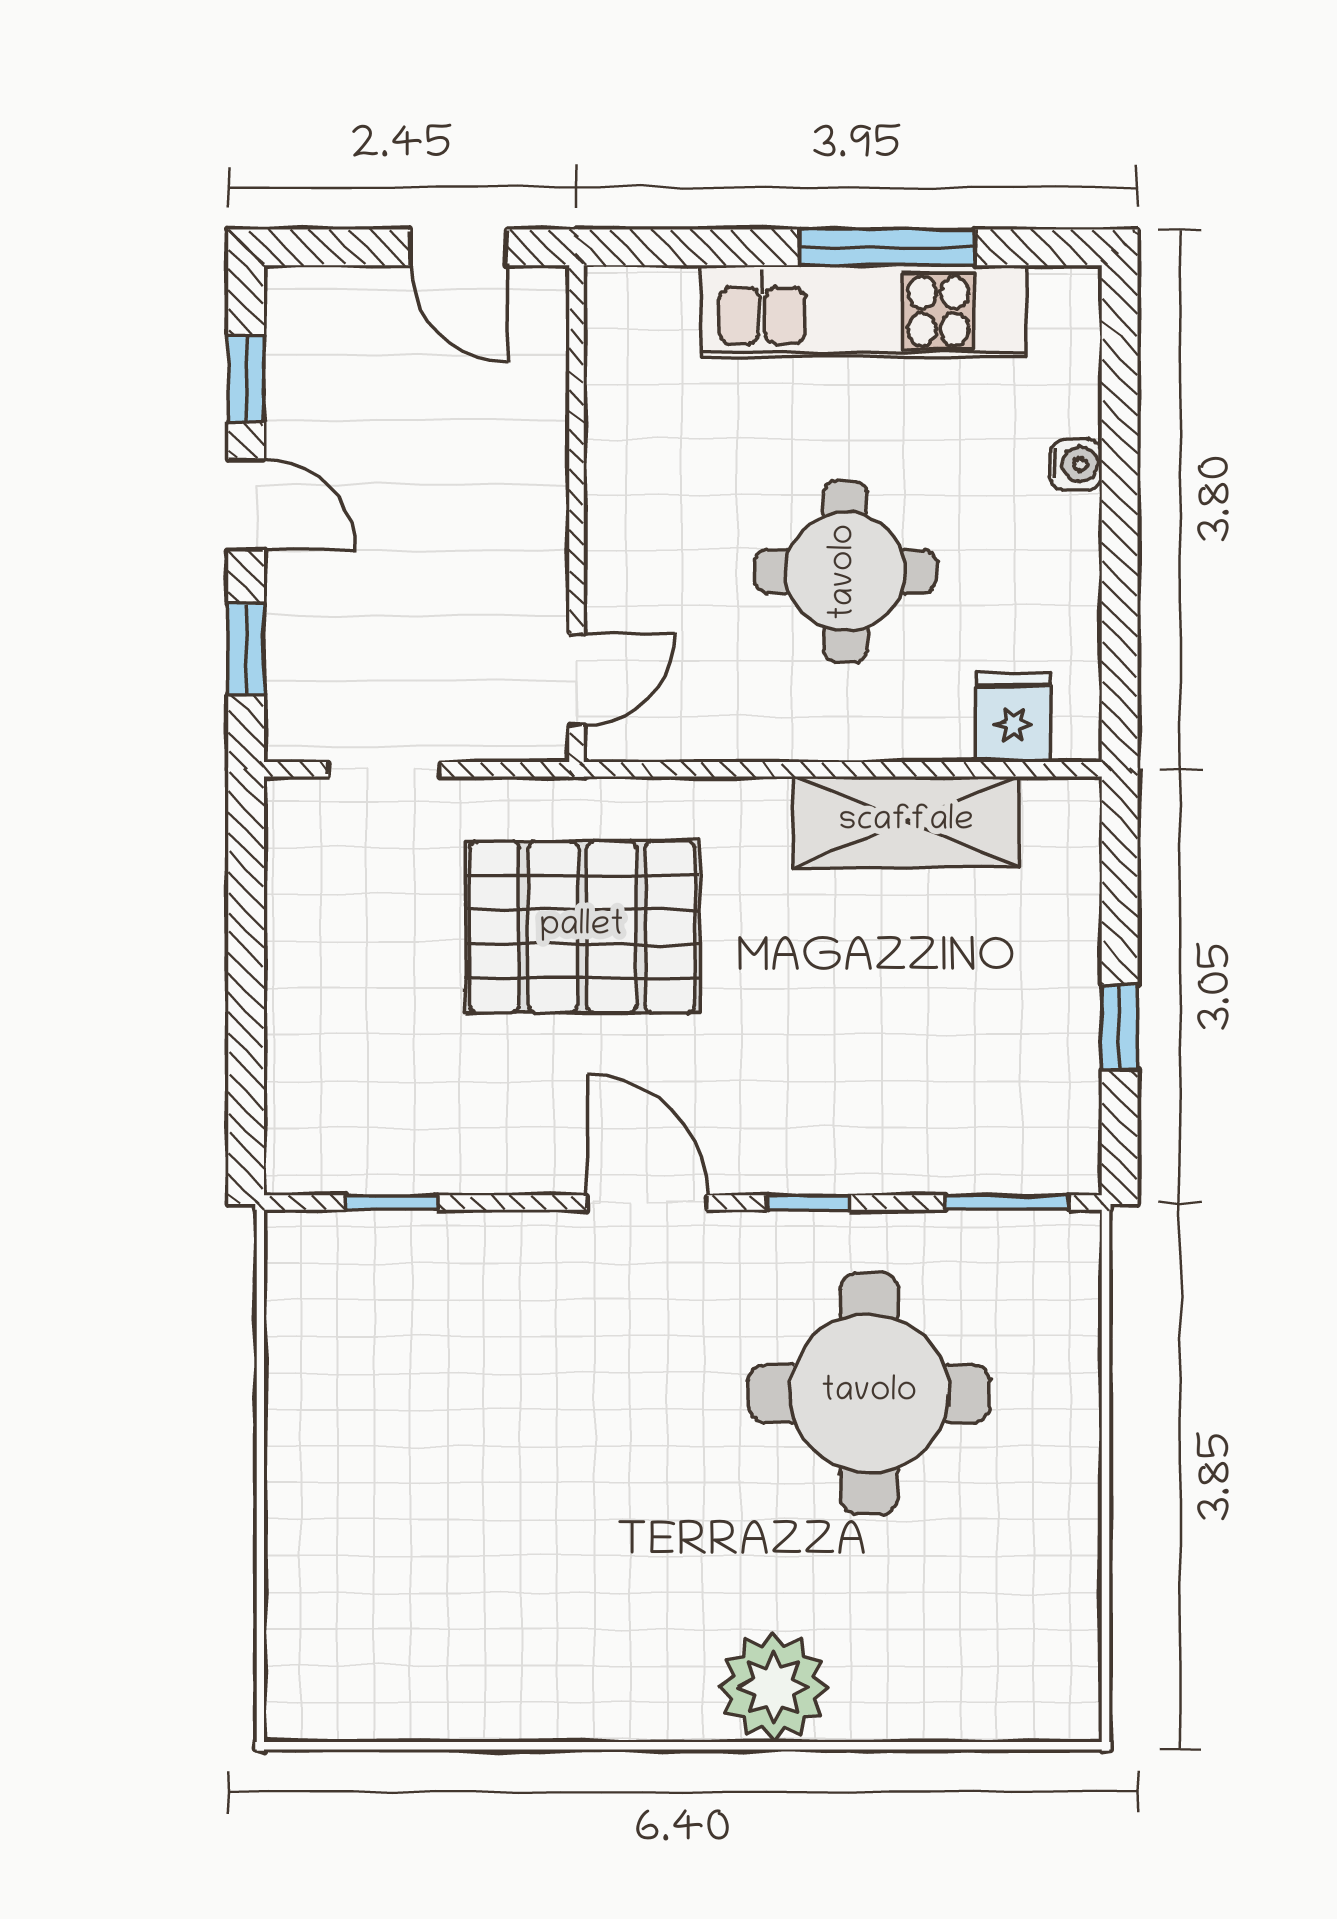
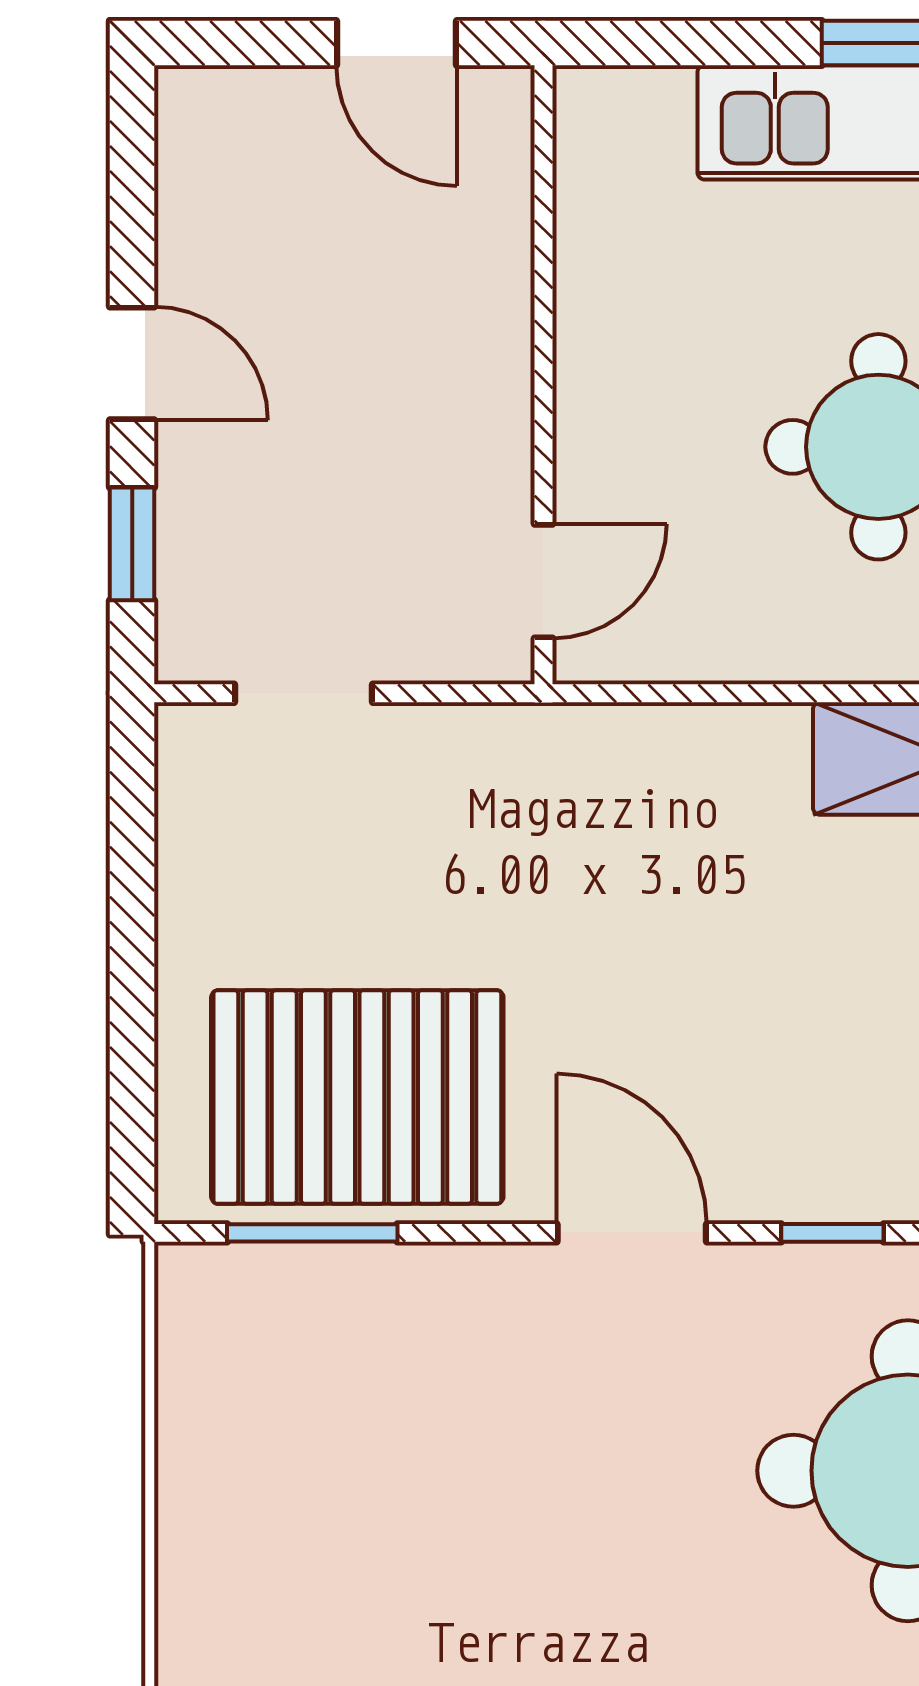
window: (246, 378) -> (132, 206), removed
pallet: (582, 927) -> (357, 1097), moved
window: (391, 1202) -> (312, 1233), width x1.50

